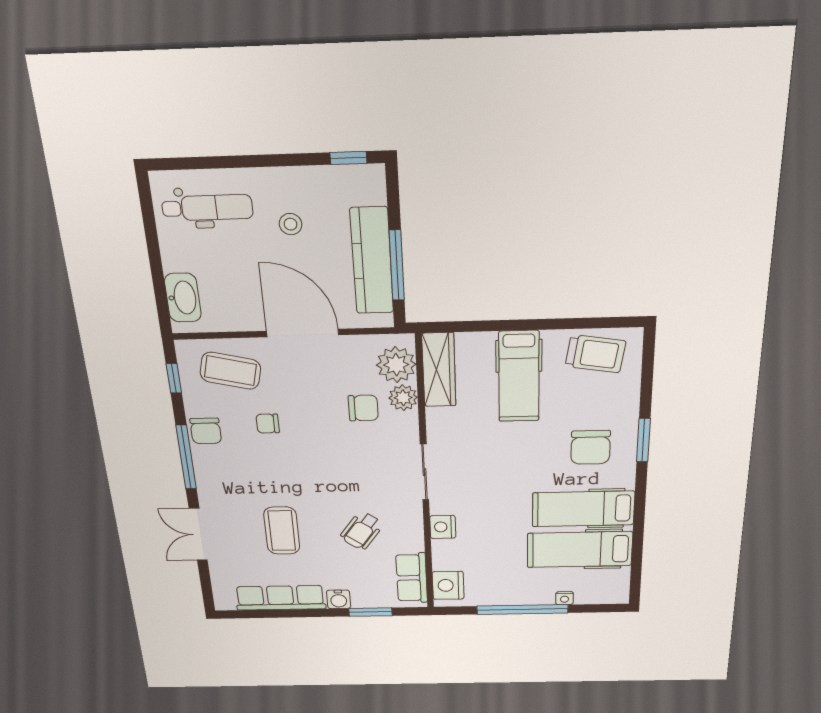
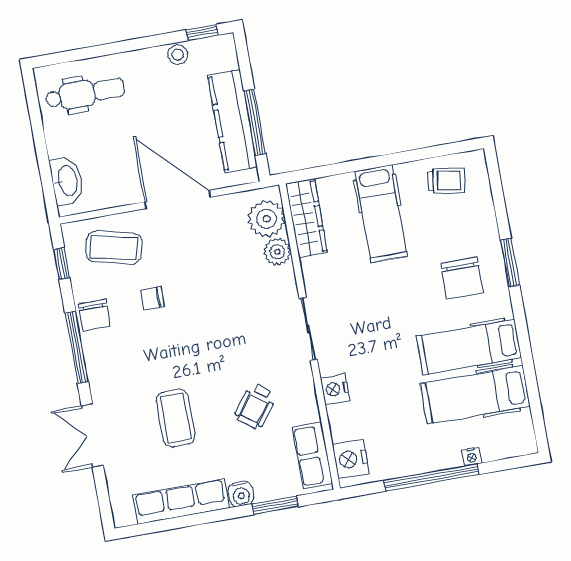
stool: (290, 224) -> (178, 55), moved
trolley: (595, 354) -> (446, 181), width x0.73, depth x0.72
chair: (363, 408) -> (241, 268), removed

